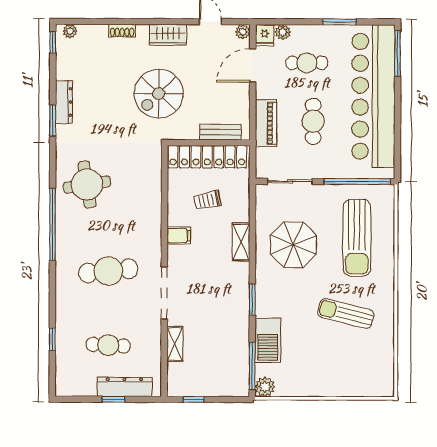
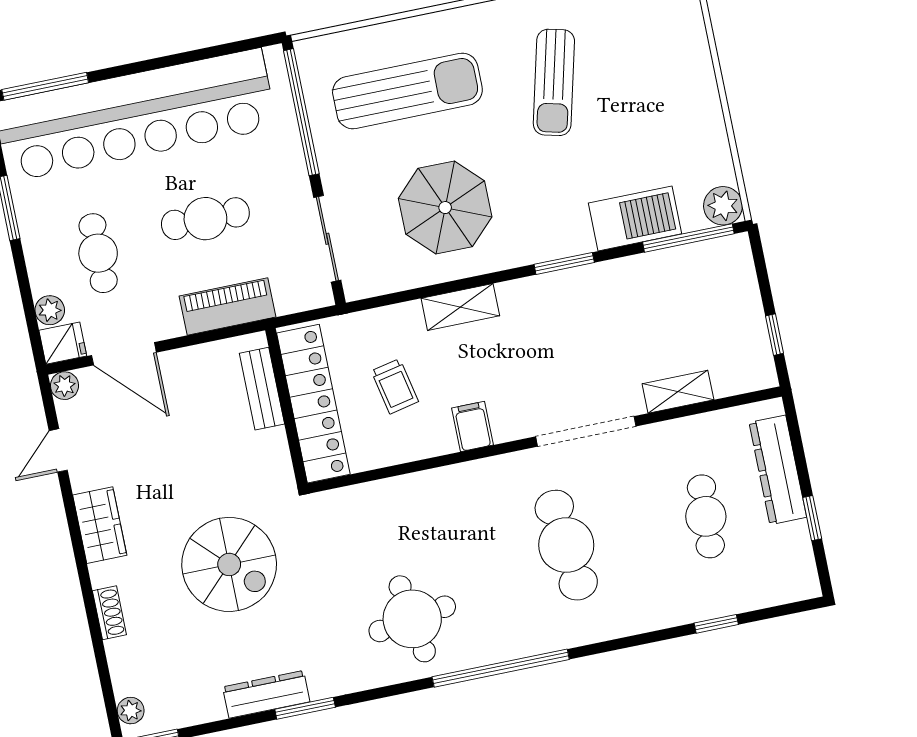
spiral stairs: (159, 94) -> (229, 564), moved
window: (113, 399) -> (812, 518), moved

